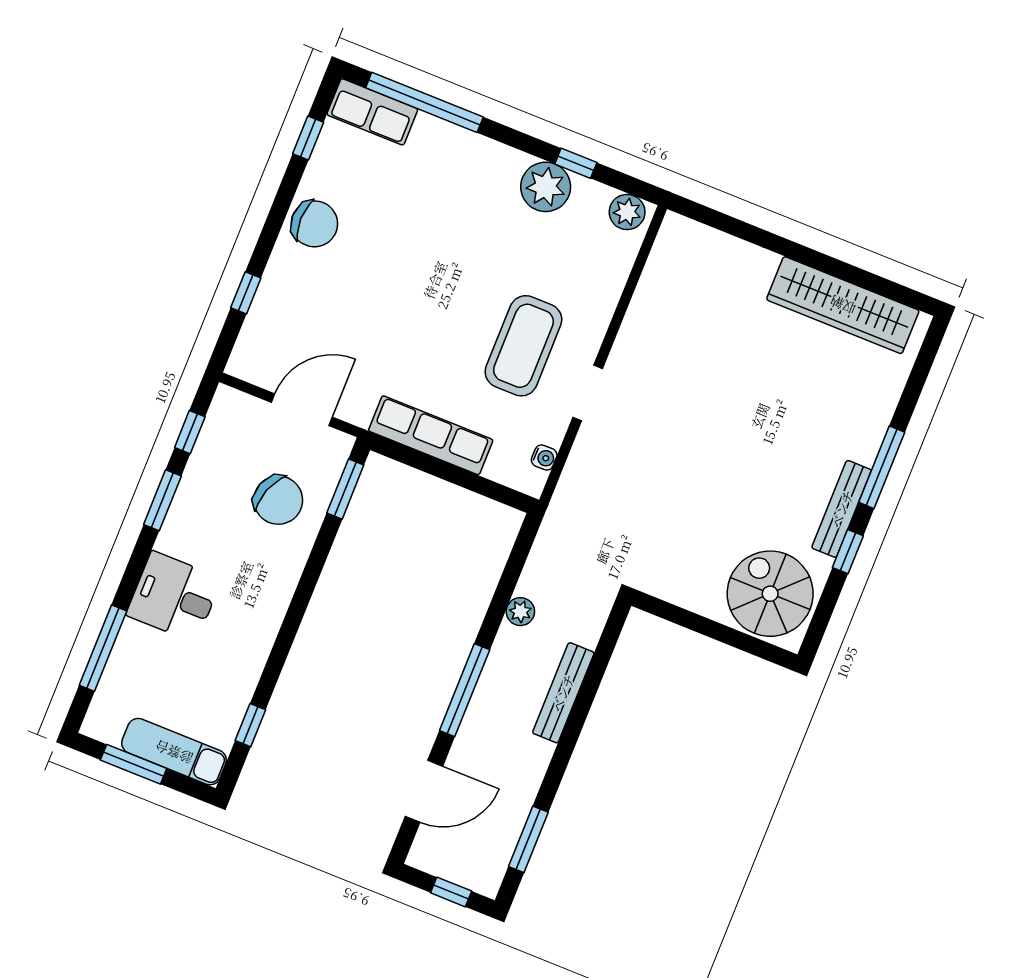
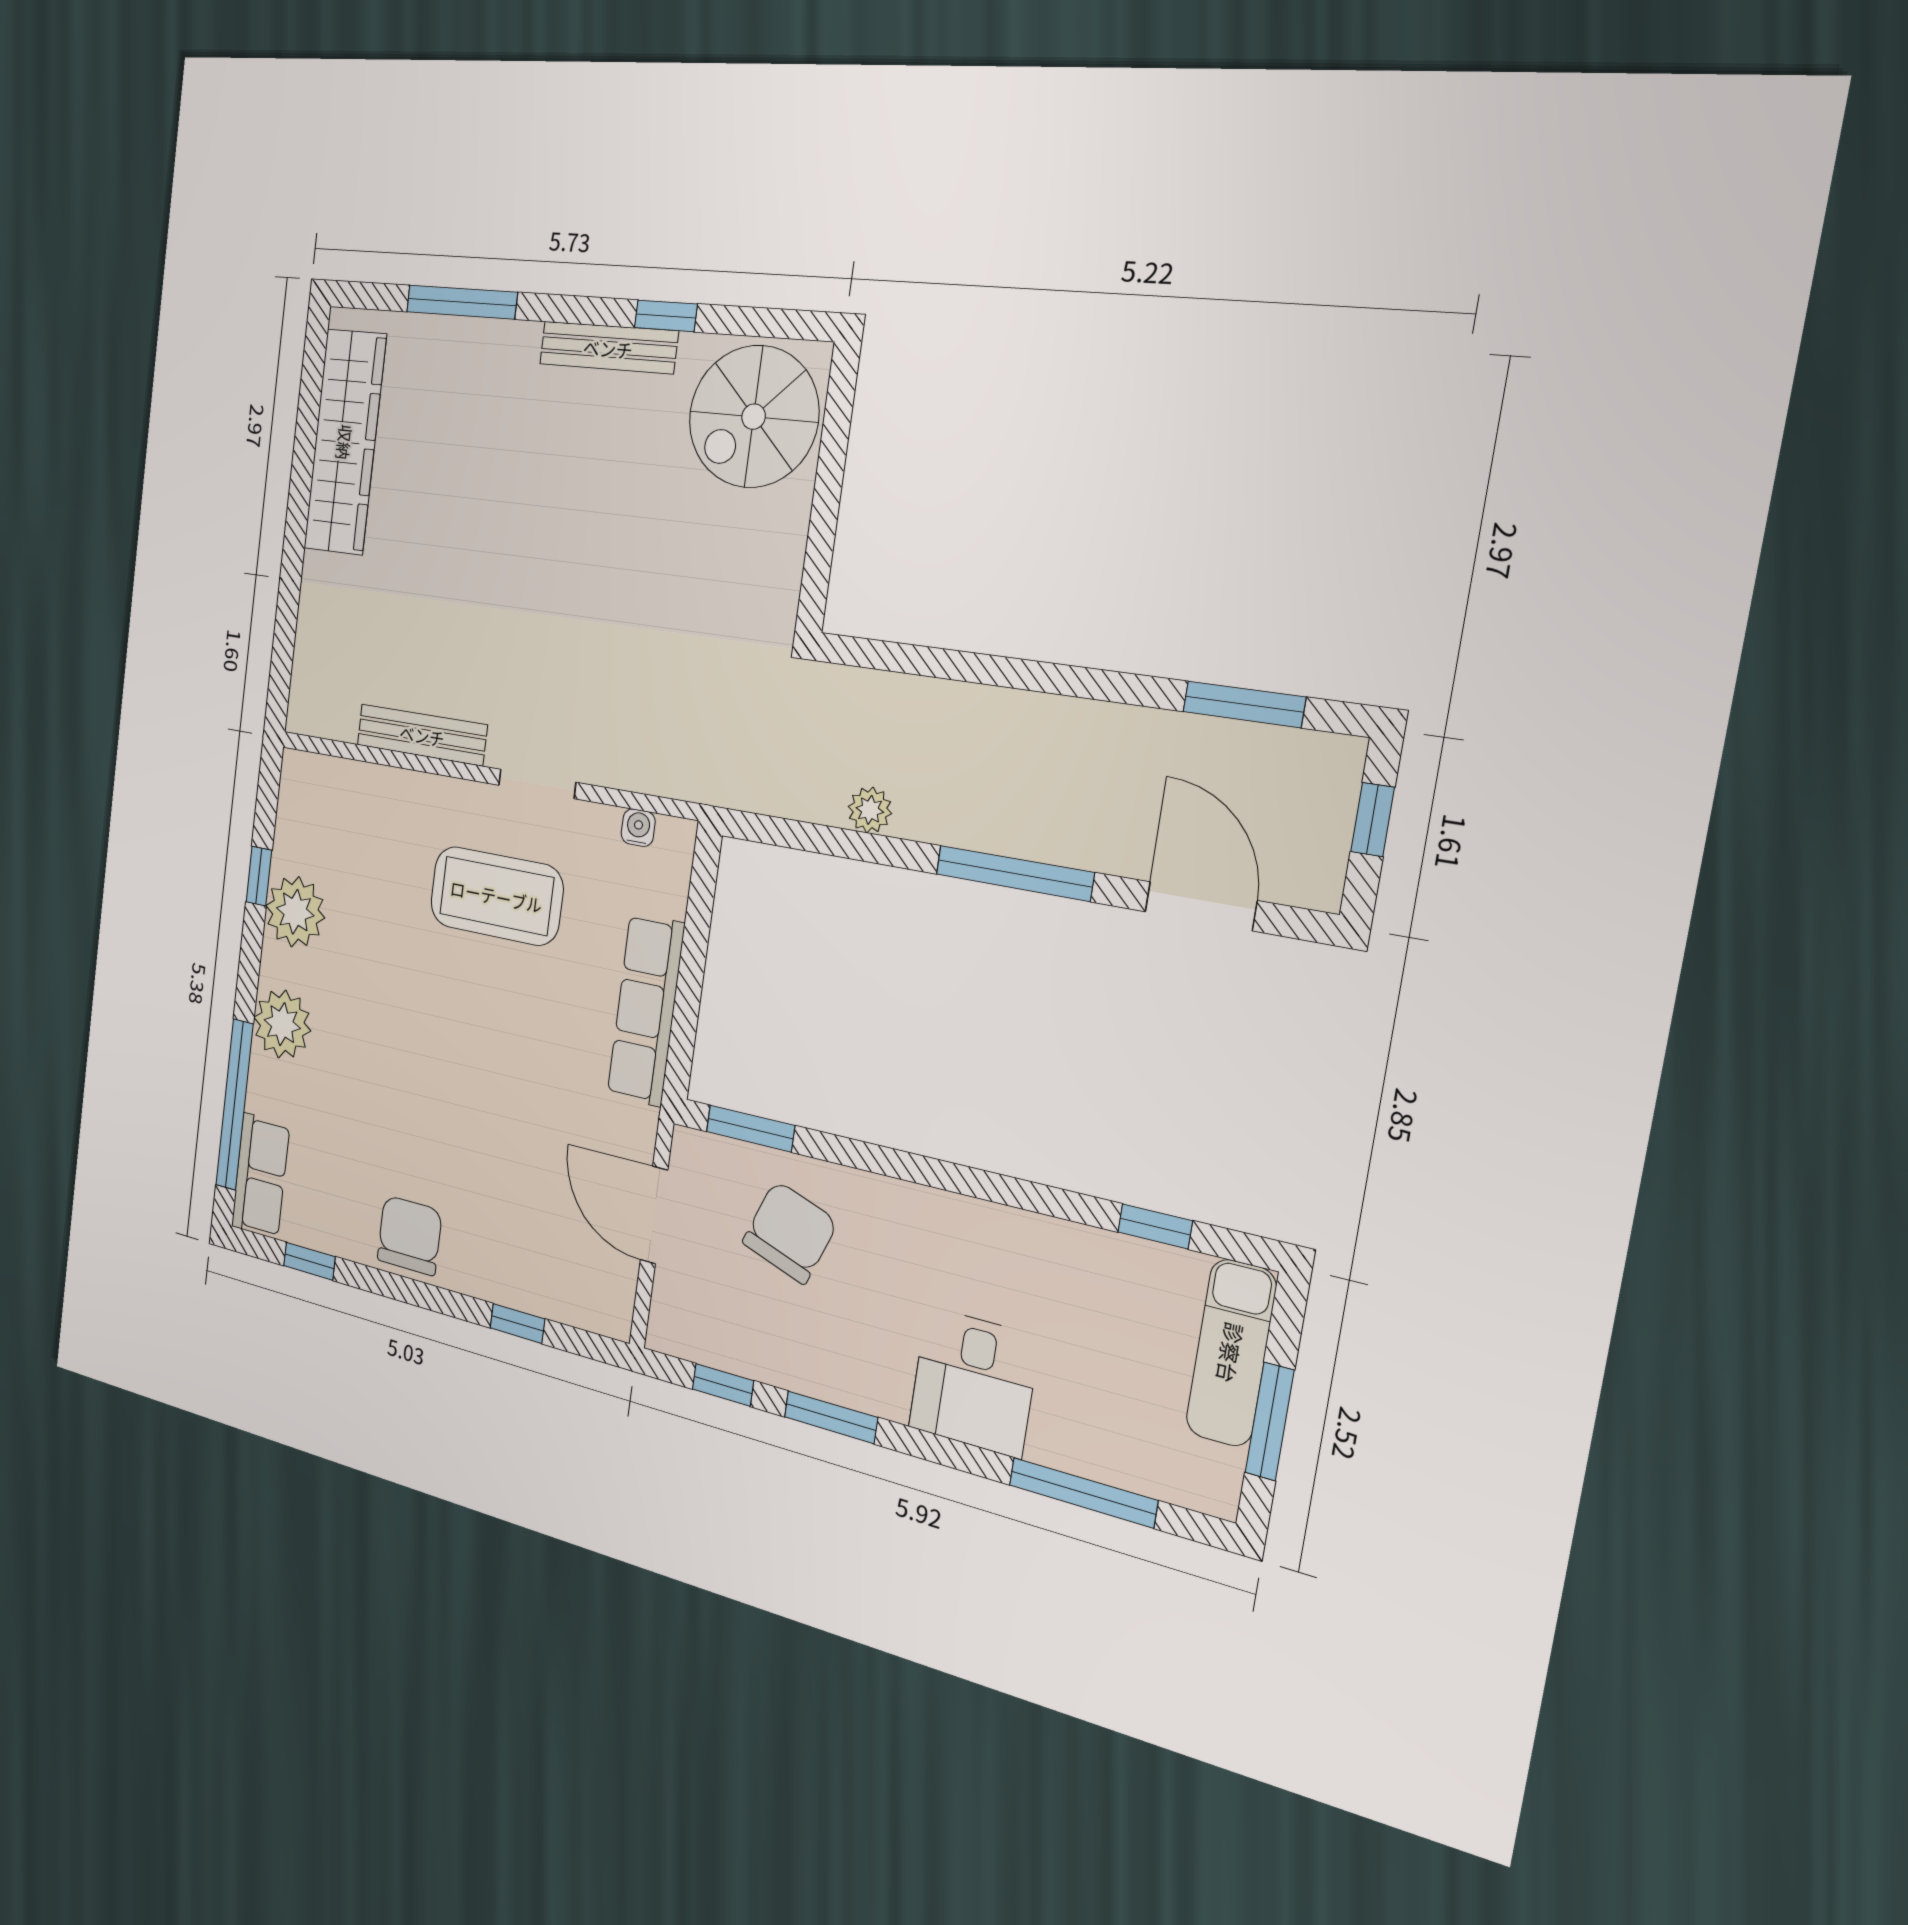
plant: (627, 212) -> (282, 1024), moved, width x1.36, depth x1.36
window: (882, 467) -> (462, 302), moved
bench: (563, 693) -> (422, 735), moved

